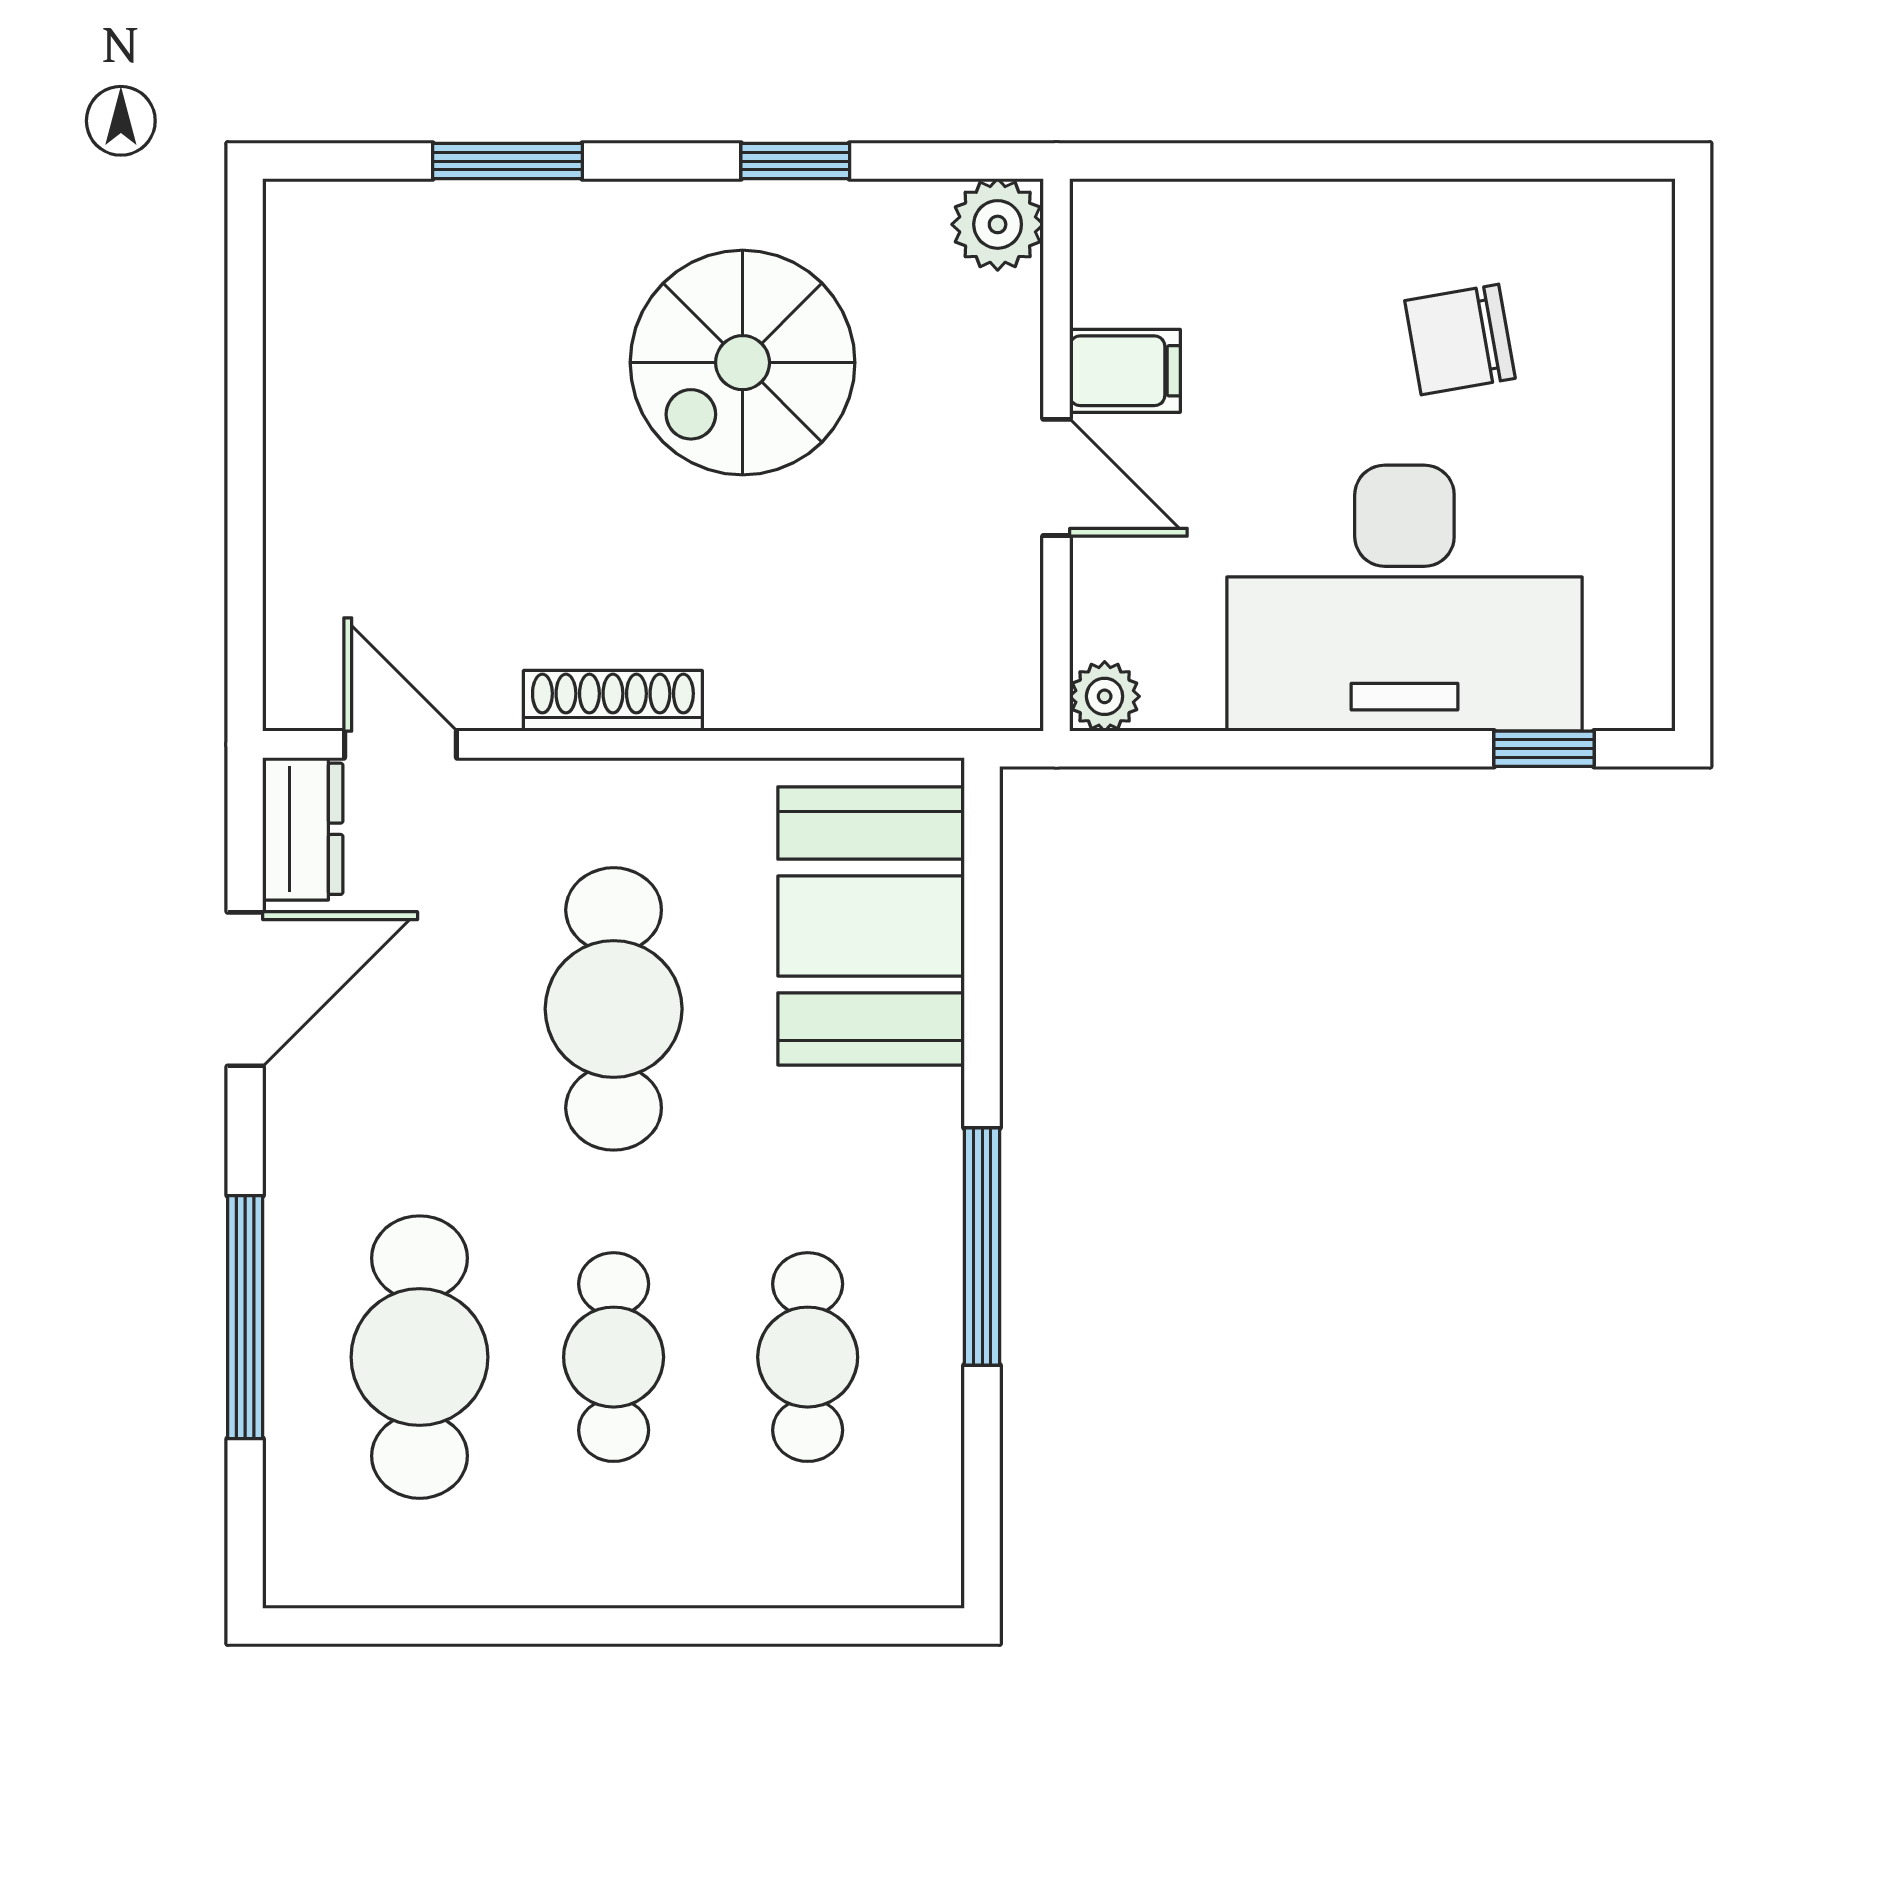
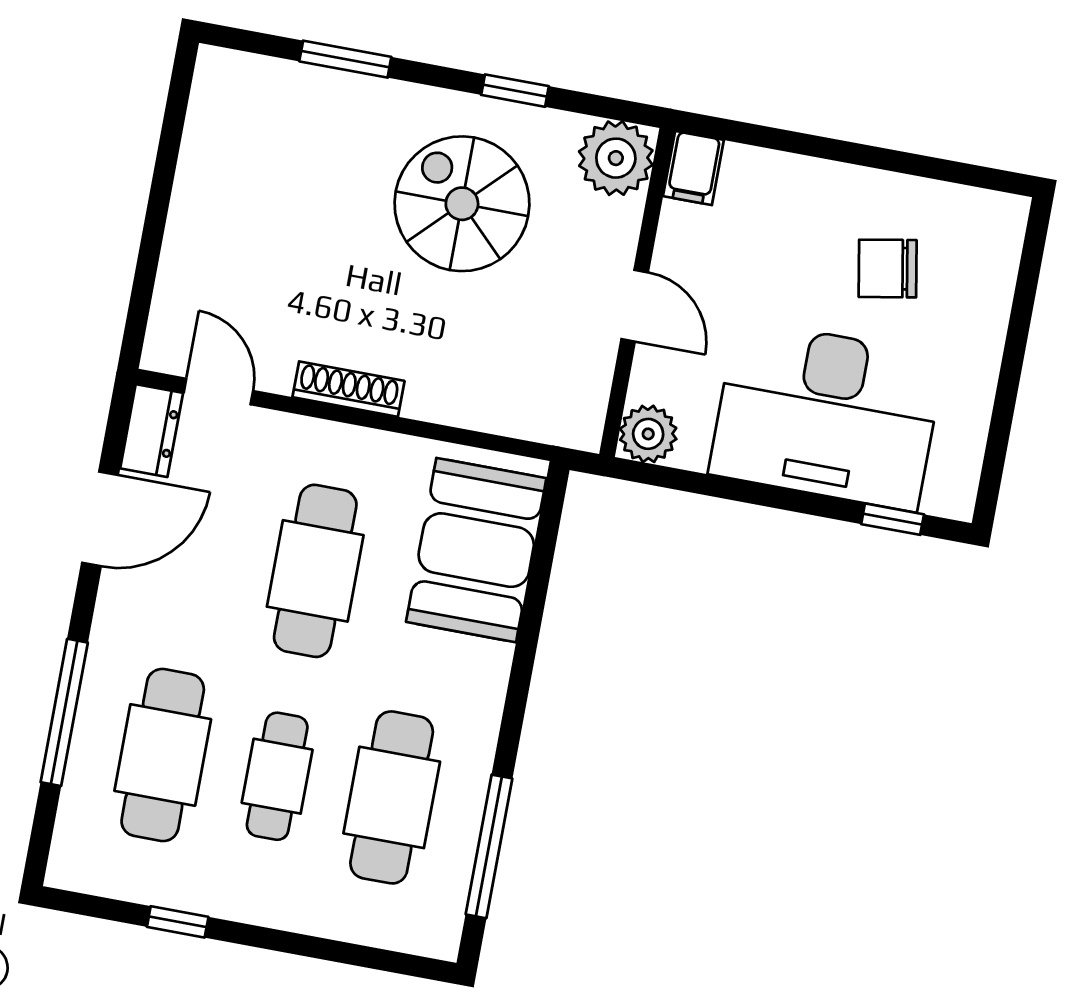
plant: (998, 224) -> (616, 158), width x1.36, depth x1.36
spiral stairs: (743, 363) -> (462, 204), turned 90
filing cabinet: (1125, 371) -> (693, 168), moved, turned 90
plant: (1105, 696) -> (648, 434), width x1.38, depth x1.38
window: (982, 1246) -> (489, 846), moved
cafe table: (808, 1357) -> (392, 797), width x1.37, depth x1.35
window: (495, 1626) -> (178, 922), added

